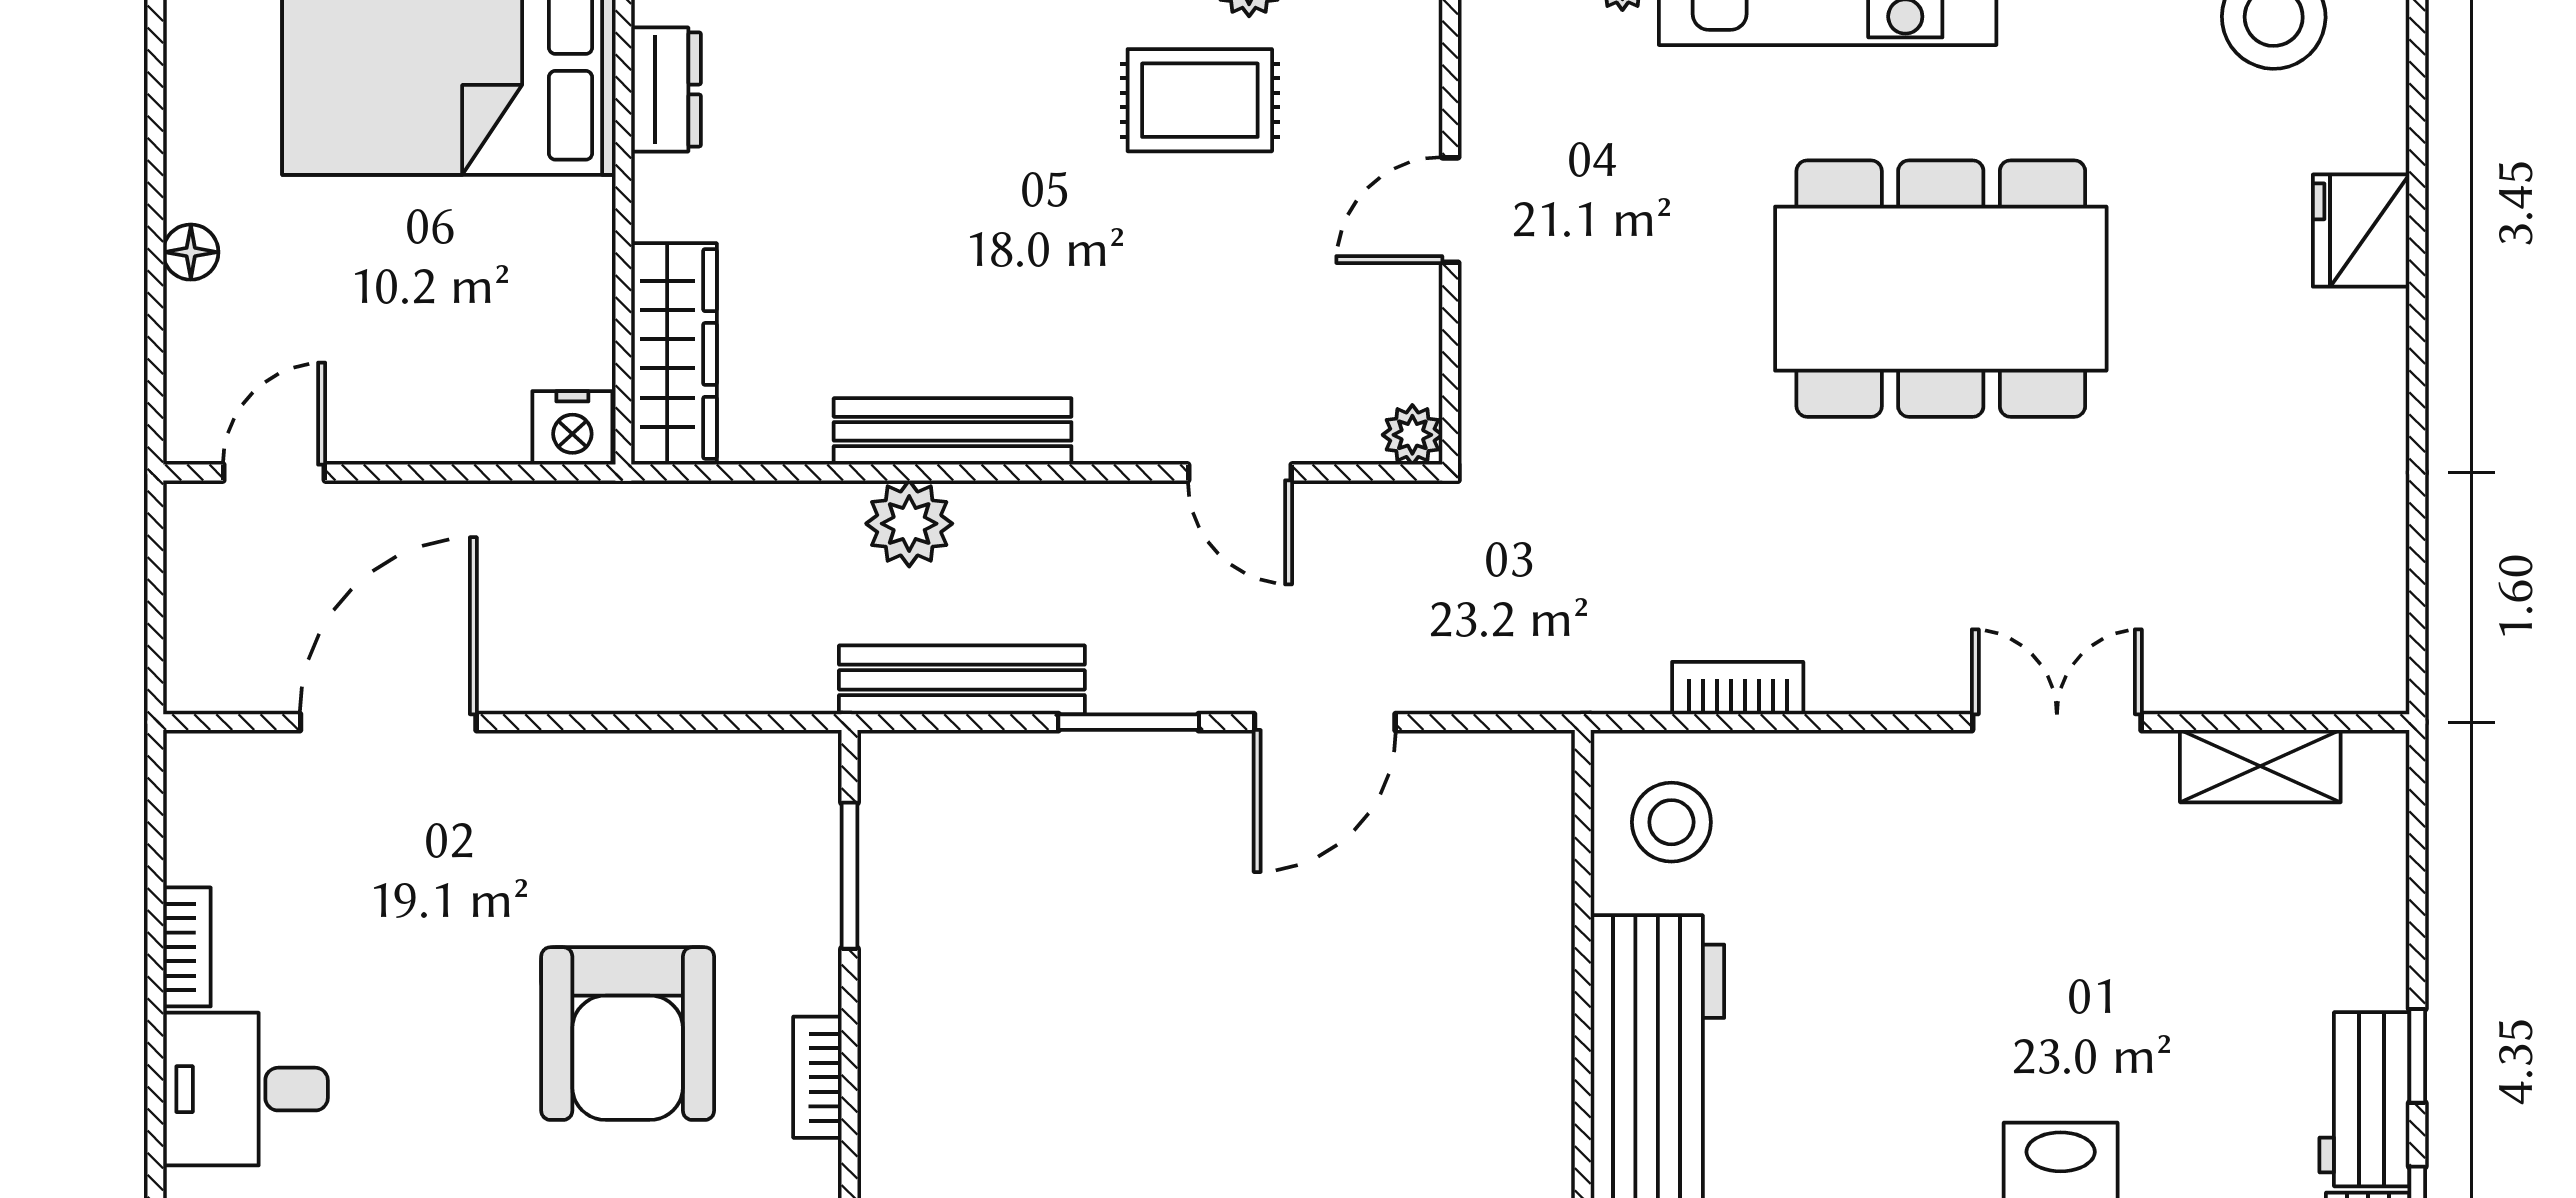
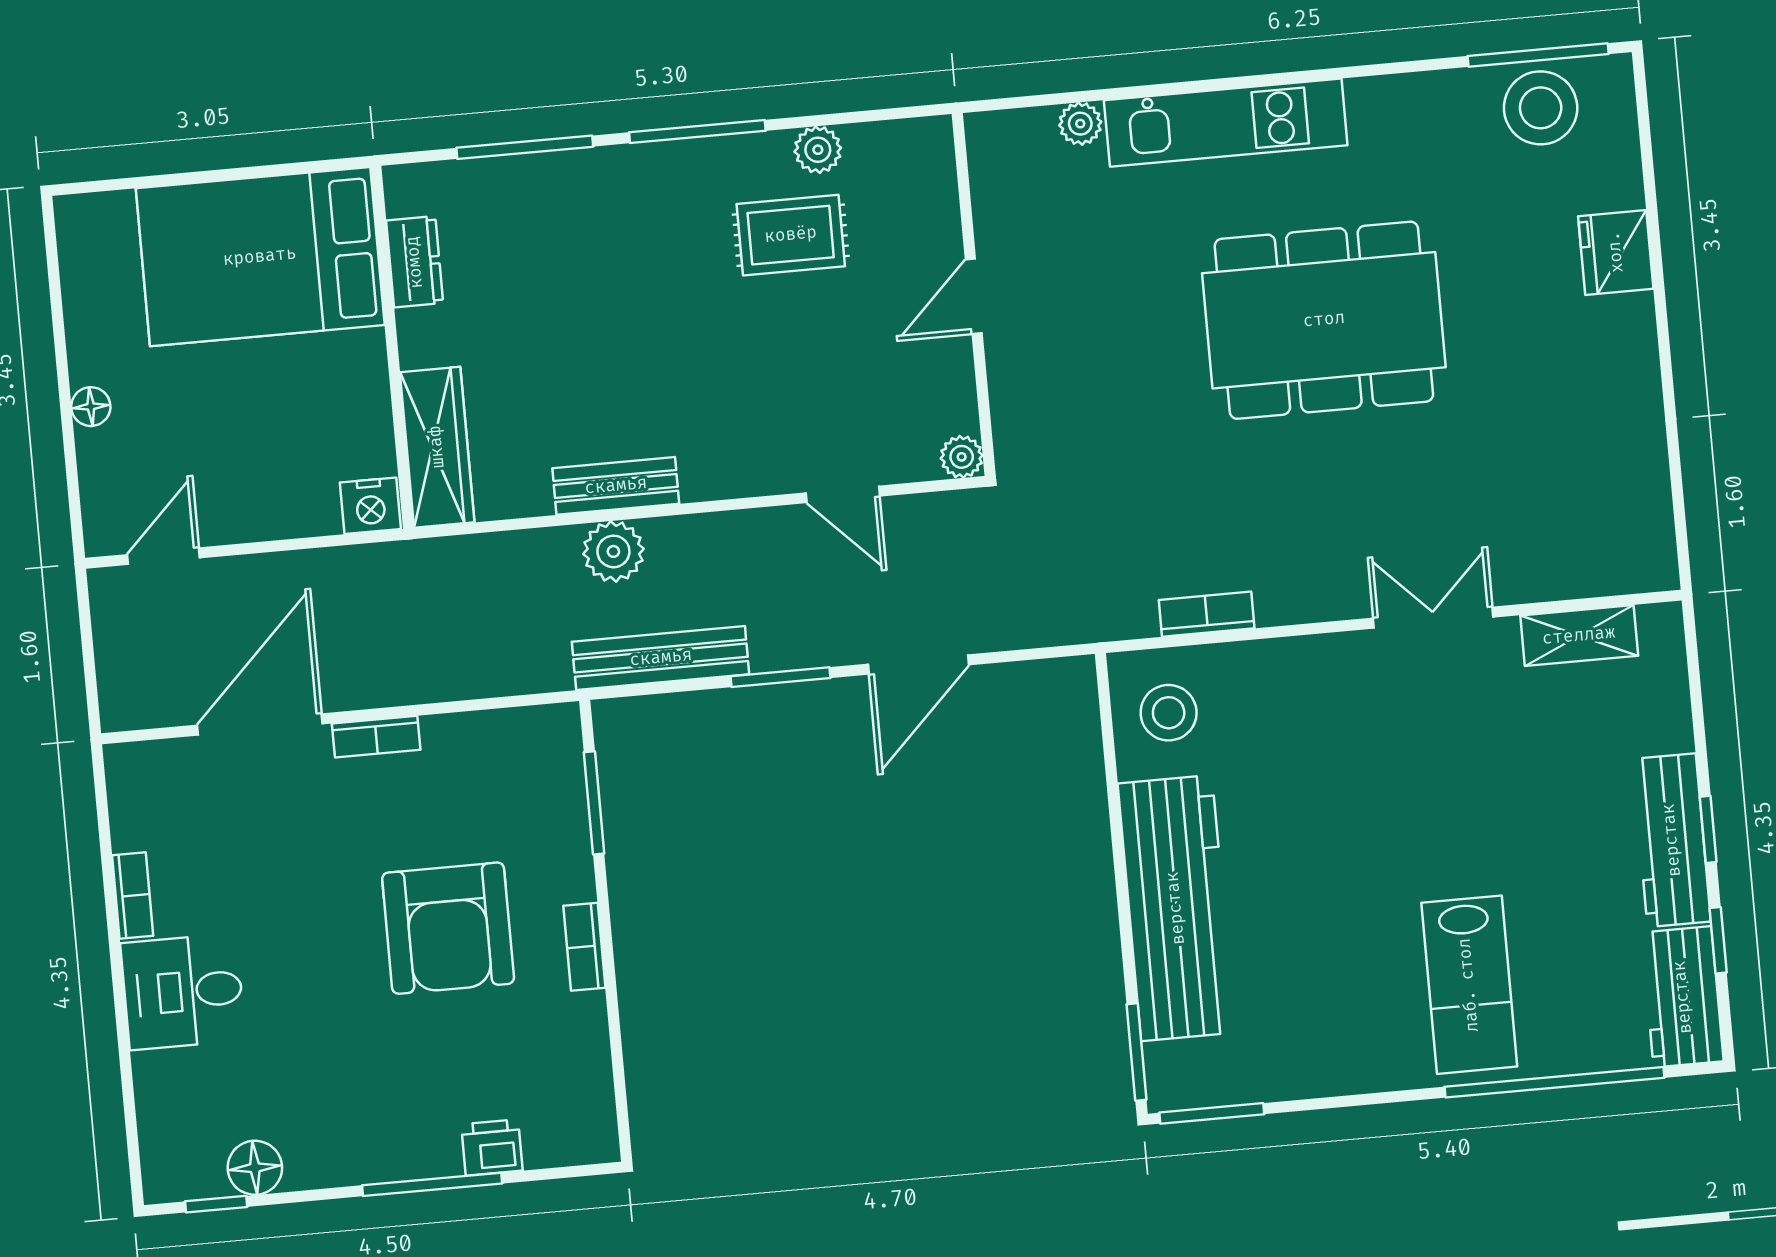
bench: (953, 431) -> (616, 486), width x0.73
bookcase: (551, 754) -> (376, 737), added
workbench: (2364, 1099) -> (1672, 840), width x1.38

